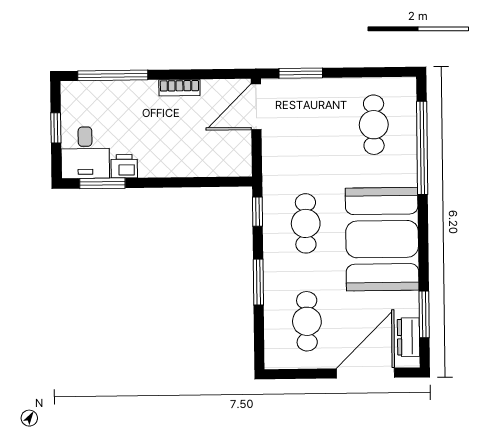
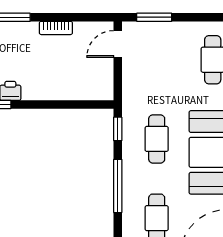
door: (256, 107) -> (118, 44), width x0.73
window: (258, 282) -> (118, 186), width x1.44

